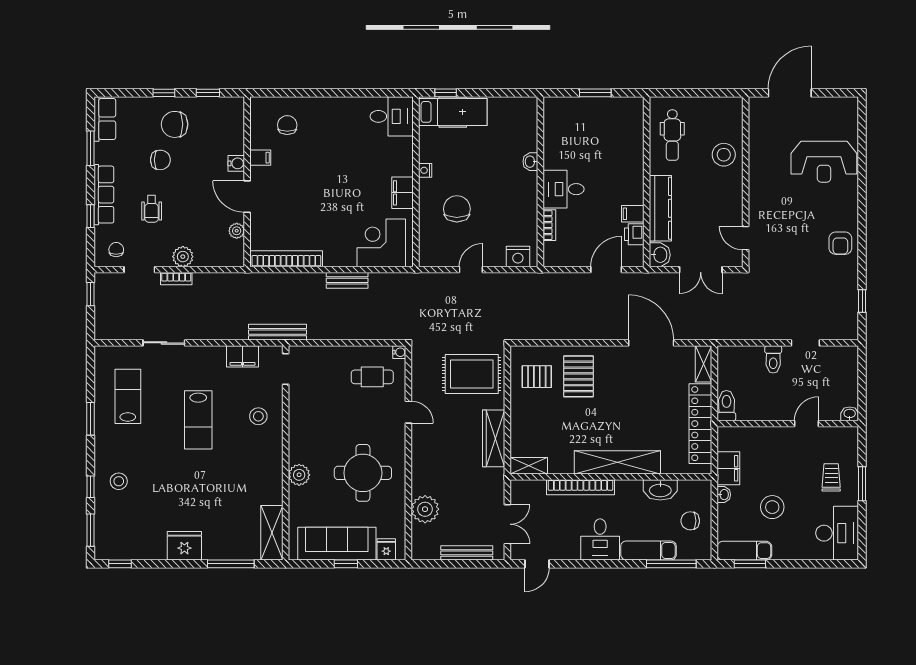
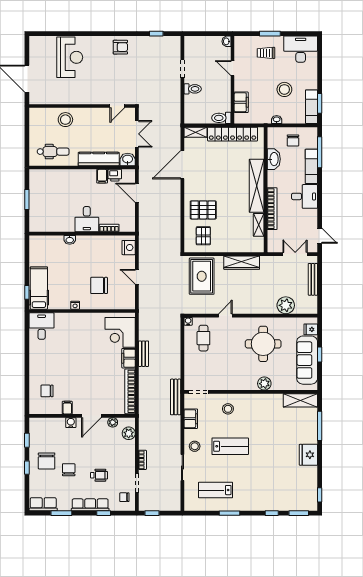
filing cabinet: (402, 193) -> (129, 358), moved, turned 90
plant: (183, 257) -> (129, 433), moved
shelving: (529, 466) -> (259, 225), moved
filing cabinet: (728, 468) -> (241, 102), moved, turned 90
stool: (119, 481) -> (195, 446), moved

